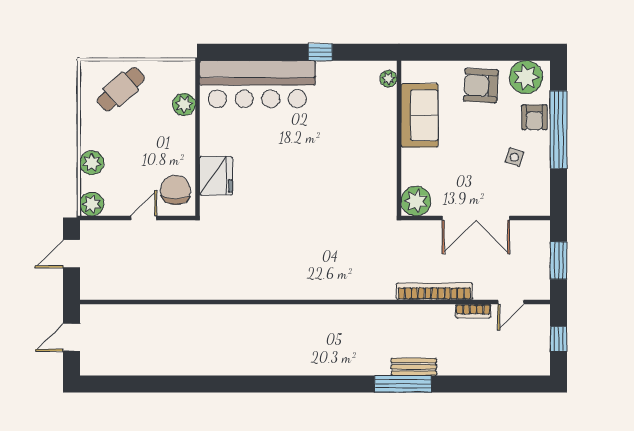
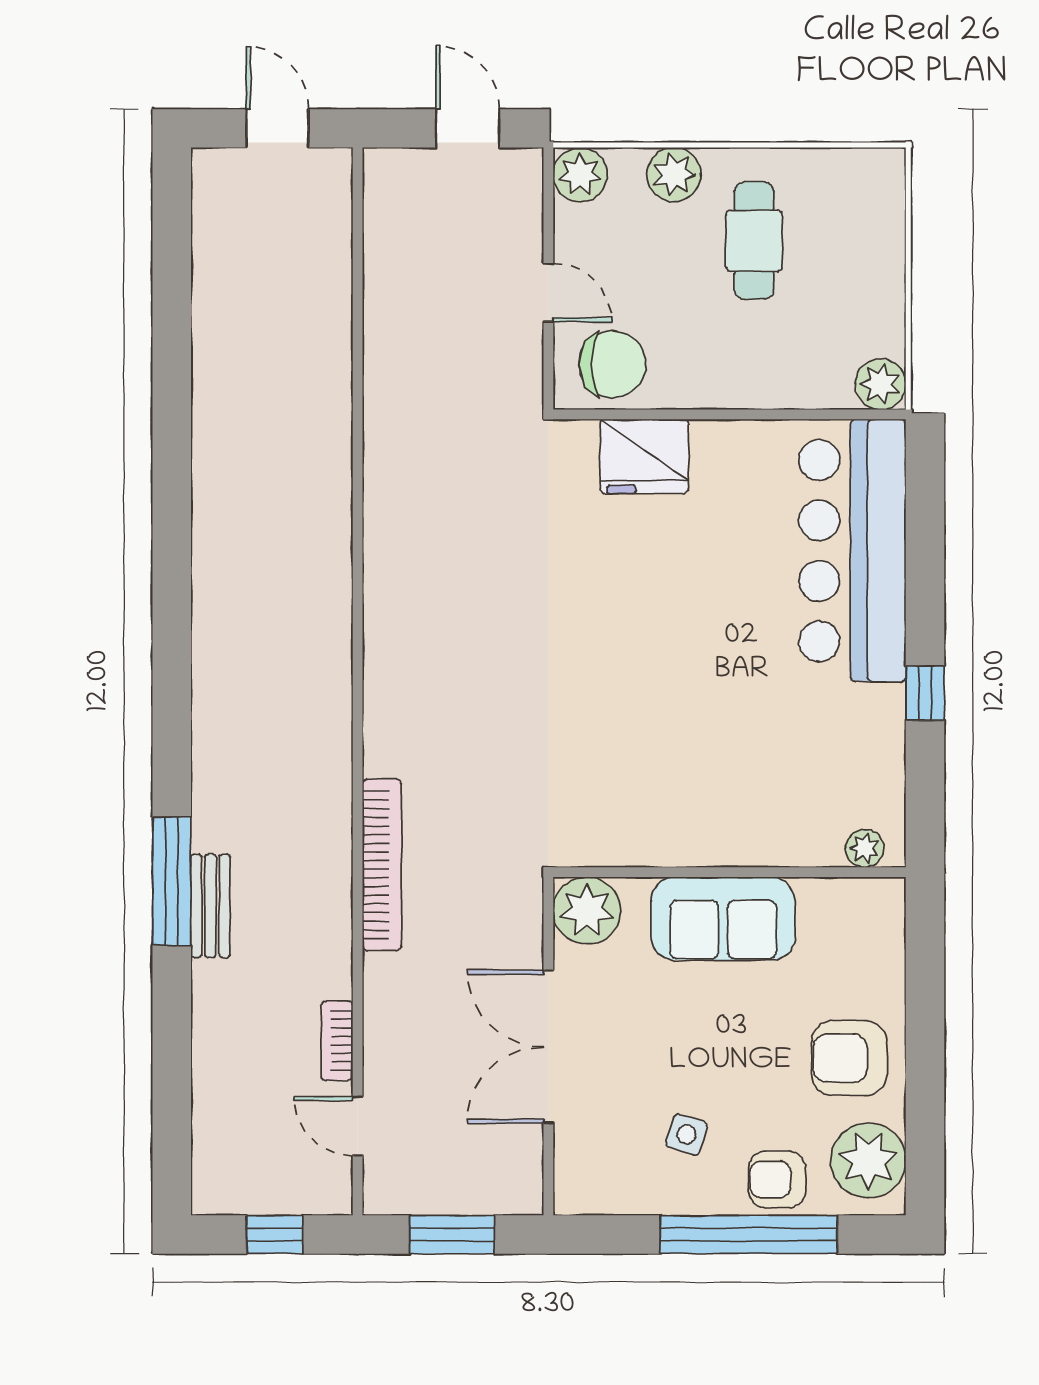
armchair: (481, 86) -> (849, 1058), turned -93
cafe table: (121, 89) -> (754, 241), moved, turned 41
plant: (184, 104) -> (880, 384), moved
sofa: (419, 115) -> (723, 919), moved
bookcase: (434, 291) -> (382, 865), moved

